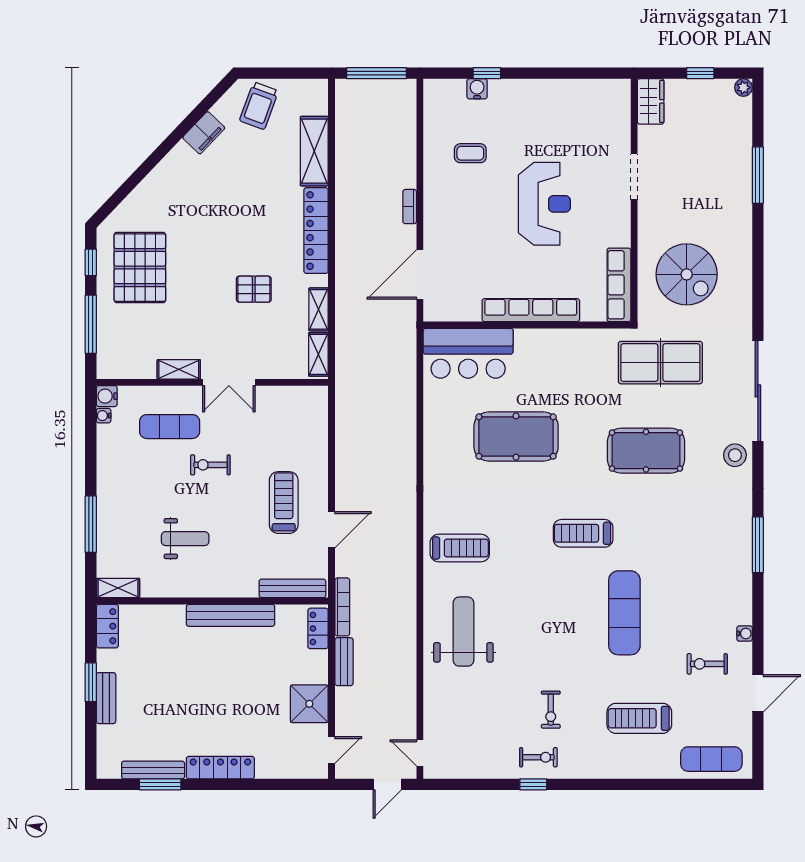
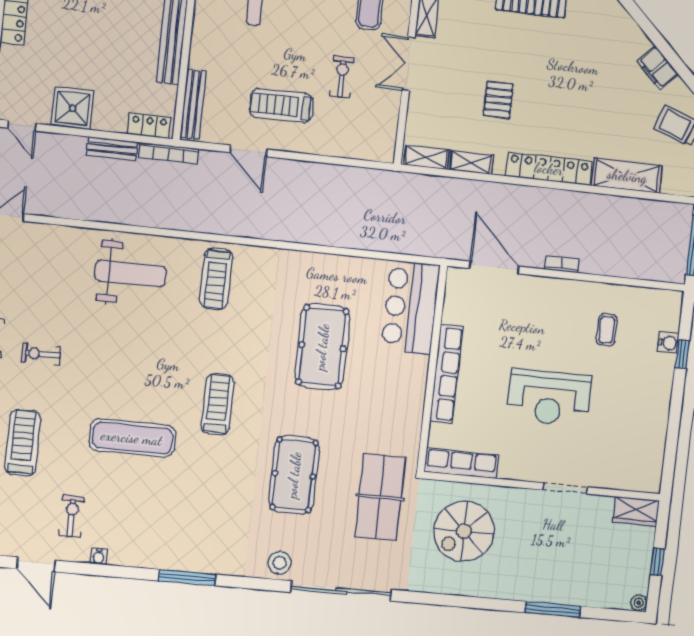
exercise bike: (210, 465) -> (342, 77), moved
treadmill: (284, 503) -> (281, 105), turned 180

